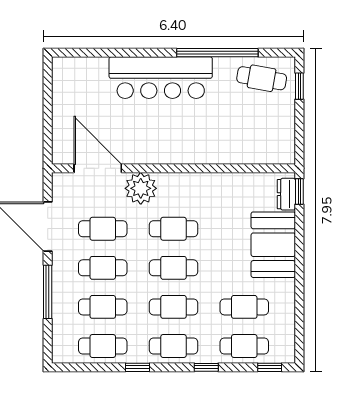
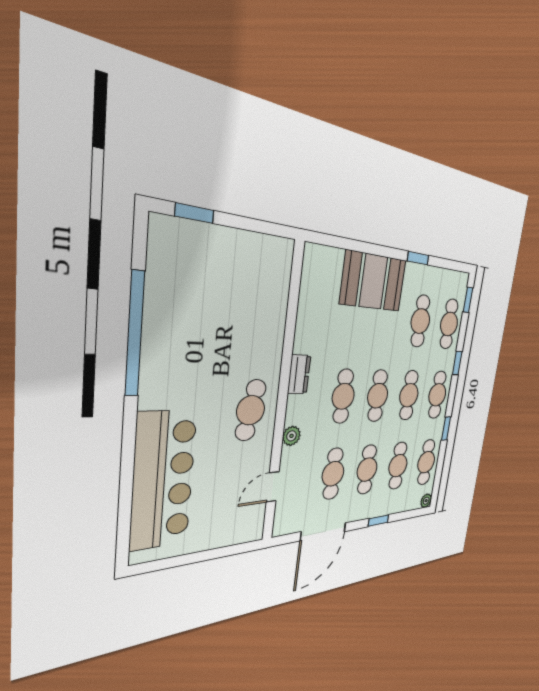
bar counter: (161, 78) -> (163, 480), moved
cafe table: (262, 78) -> (251, 410), moved
door: (98, 168) -> (273, 487), width x0.53
plant: (141, 188) -> (291, 436), width x0.53, depth x0.53
window: (299, 192) -> (418, 258), moved
dresser: (286, 194) -> (299, 374), moved, turned -90
window: (48, 292) -> (378, 521), width x0.46
plant: (59, 355) -> (426, 501), added

